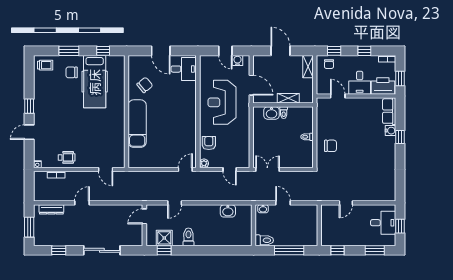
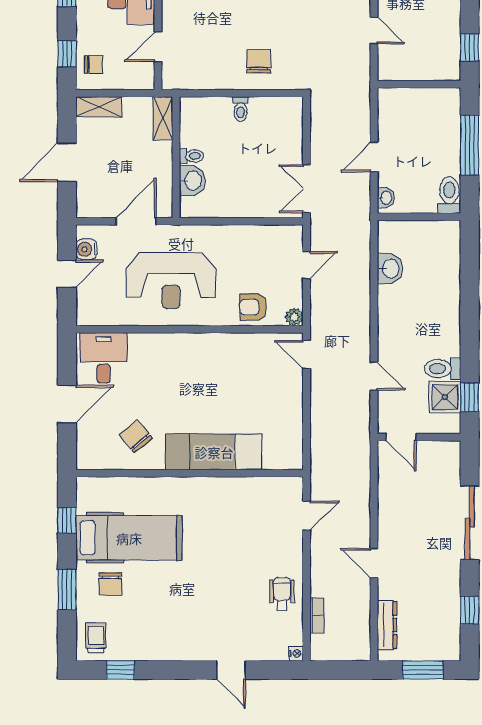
shelving: (288, 98) -> (163, 118), moved
window: (29, 106) -> (120, 670), moved
toilet: (188, 237) -> (443, 369), moved

